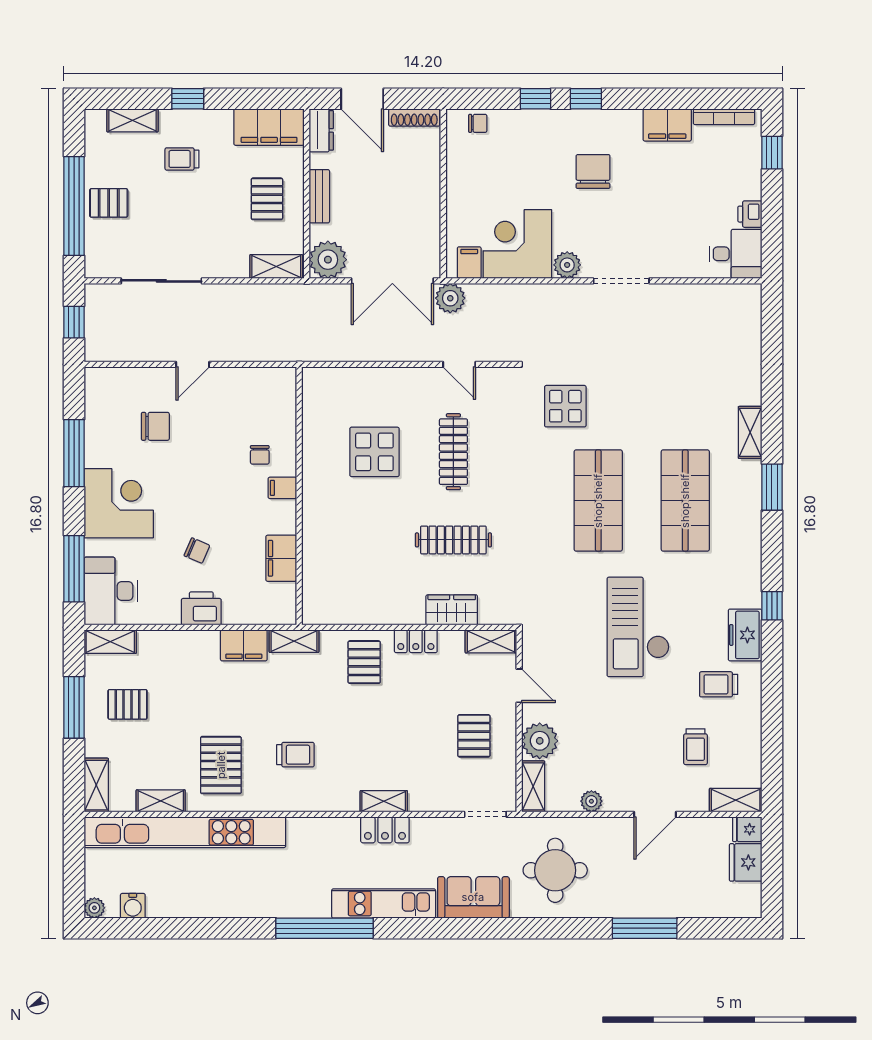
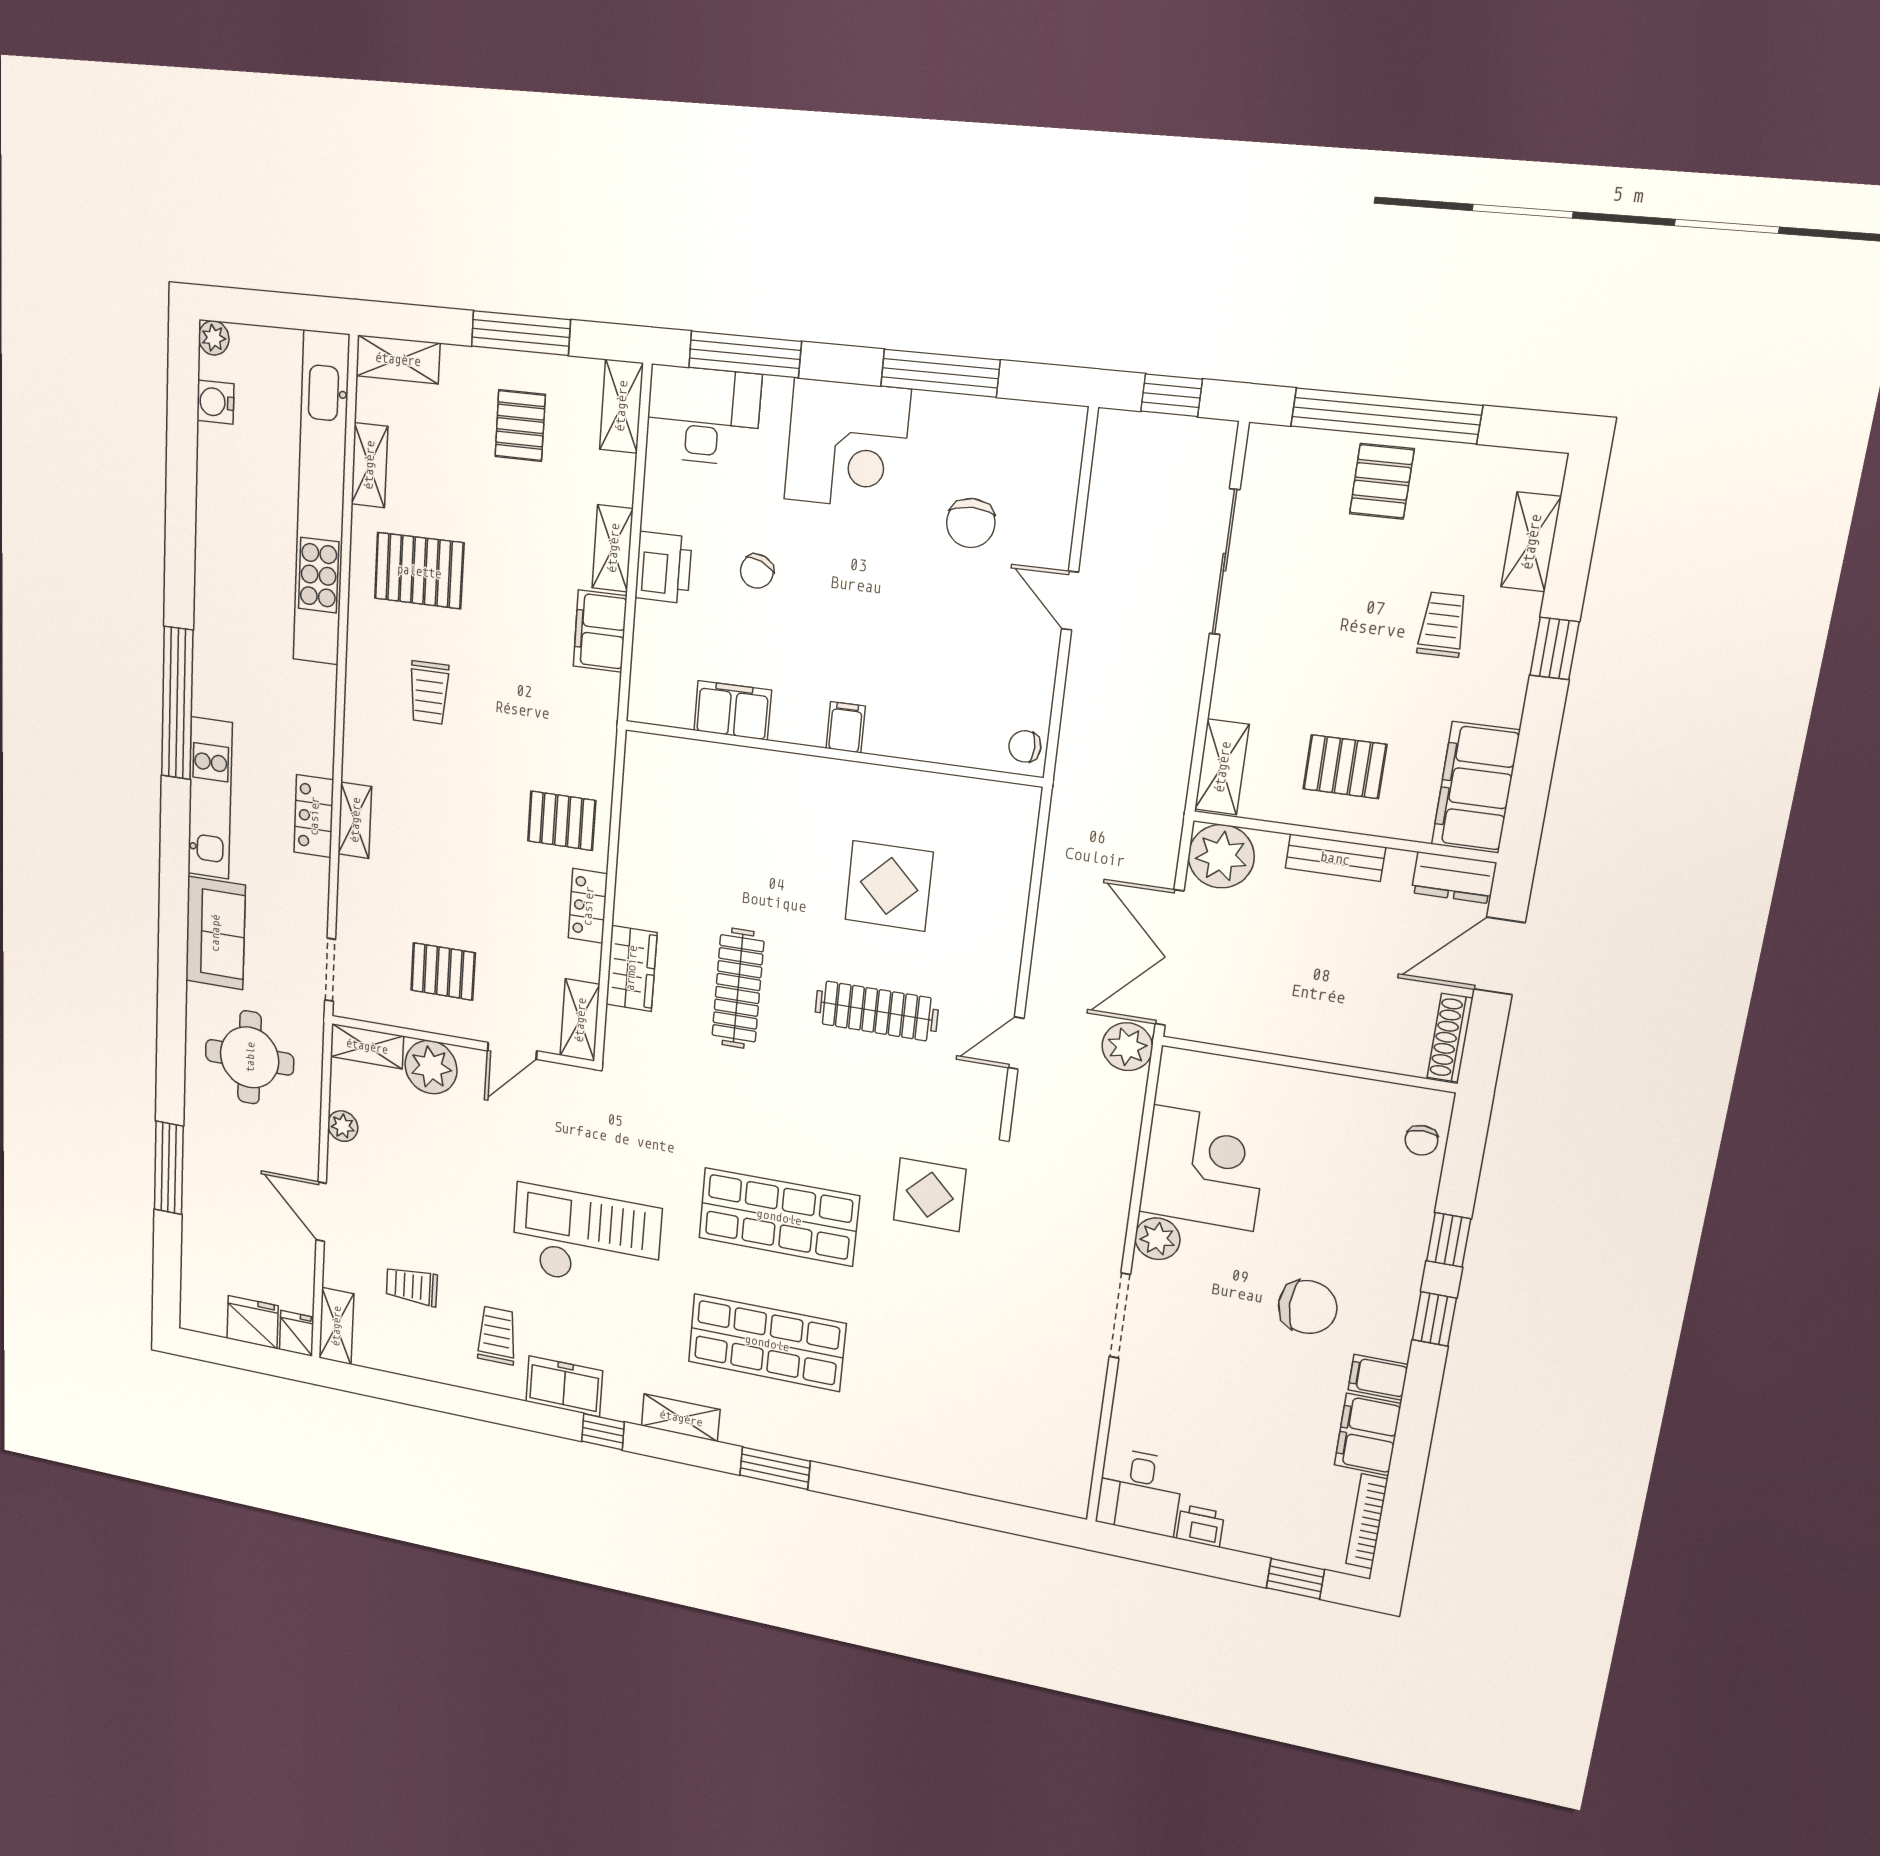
filing cabinet: (469, 263) -> (1378, 1377), moved, turned 180
shelving: (750, 432) -> (681, 1418), moved
chair: (260, 455) -> (1025, 746), moved
shelving: (294, 641) -> (613, 548), moved

